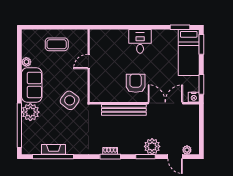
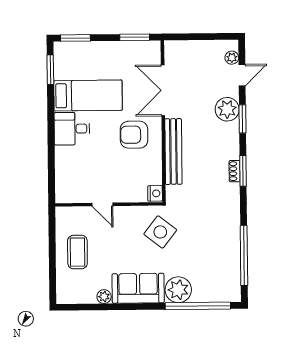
bed: (189, 52) -> (88, 96), moved
nightstand: (194, 97) -> (155, 193), moved
fireplace: (54, 149) -> (233, 255), removed

